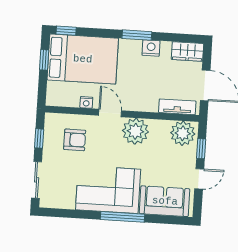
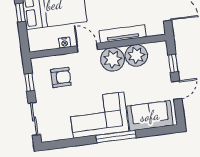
tv unit: (177, 107) -> (123, 34), moved, width x1.41
plant: (183, 133) -> (136, 55), moved

